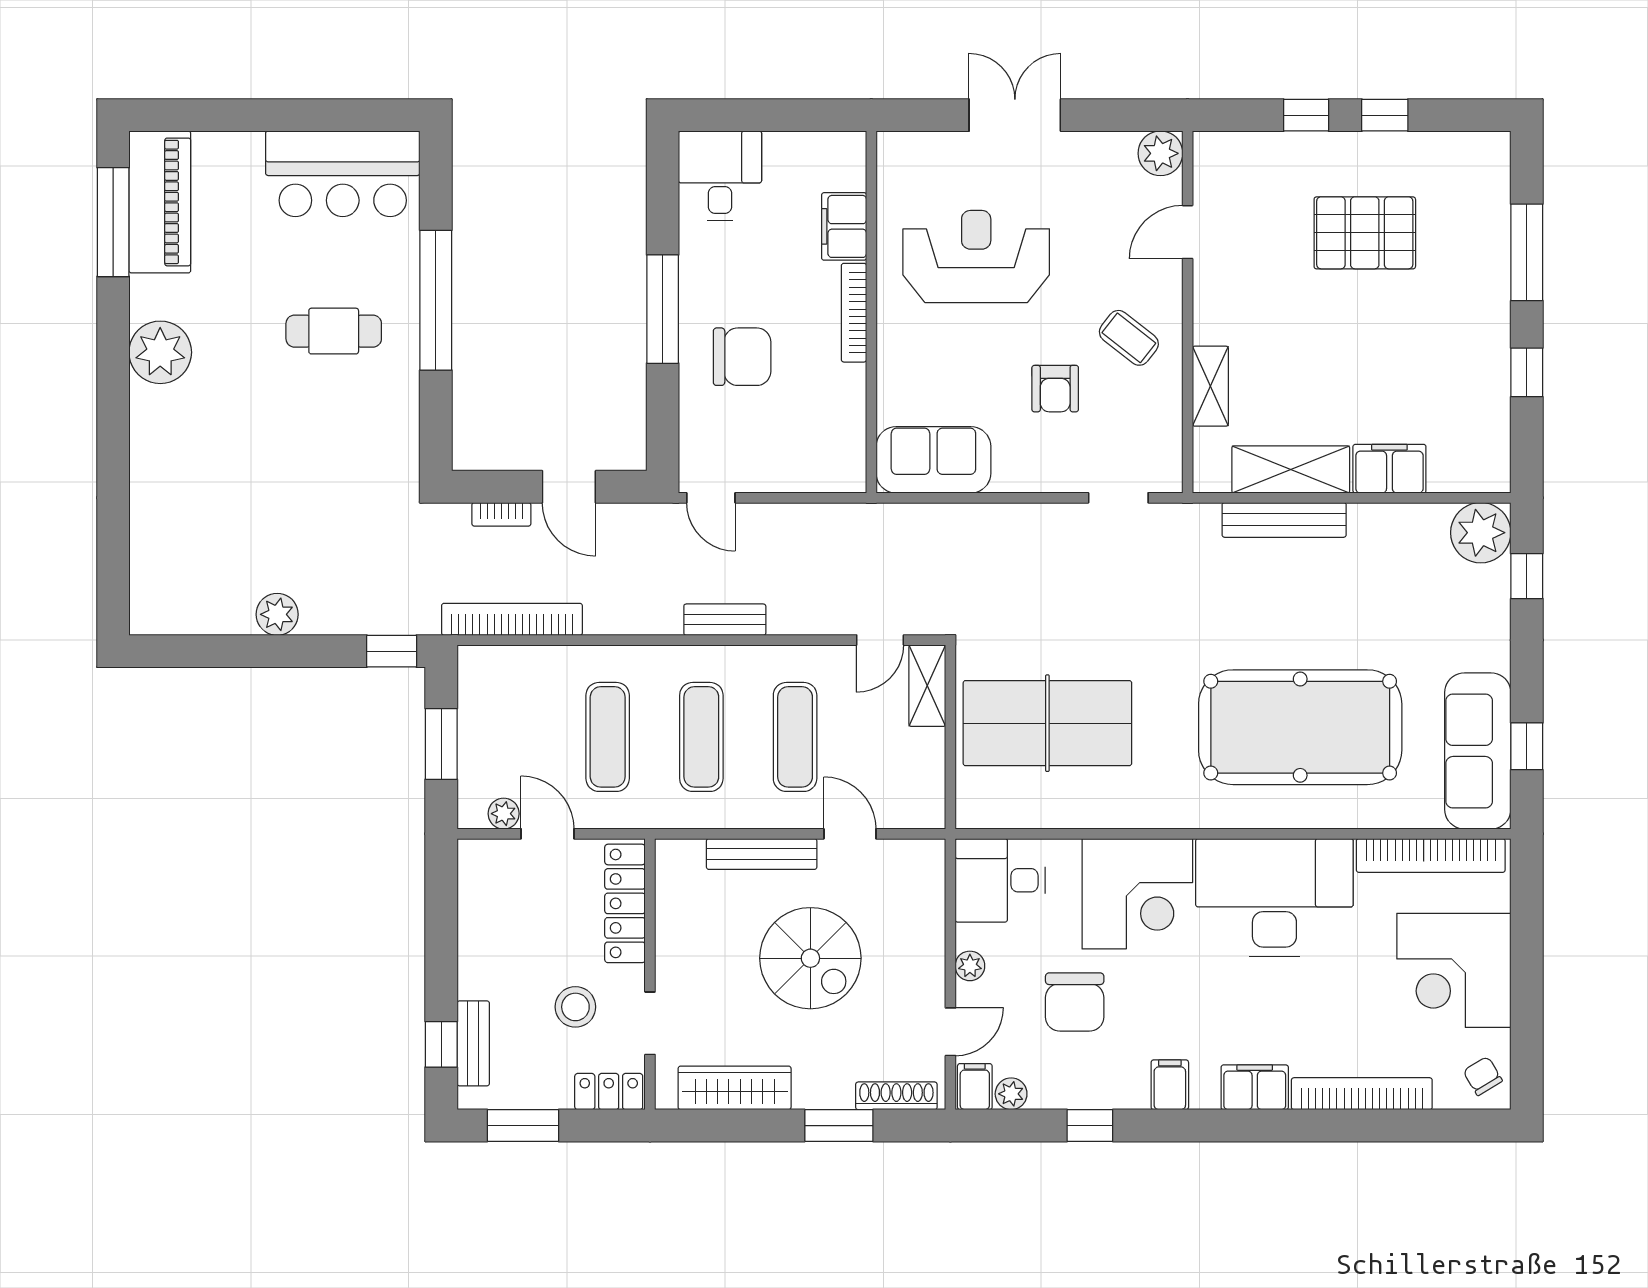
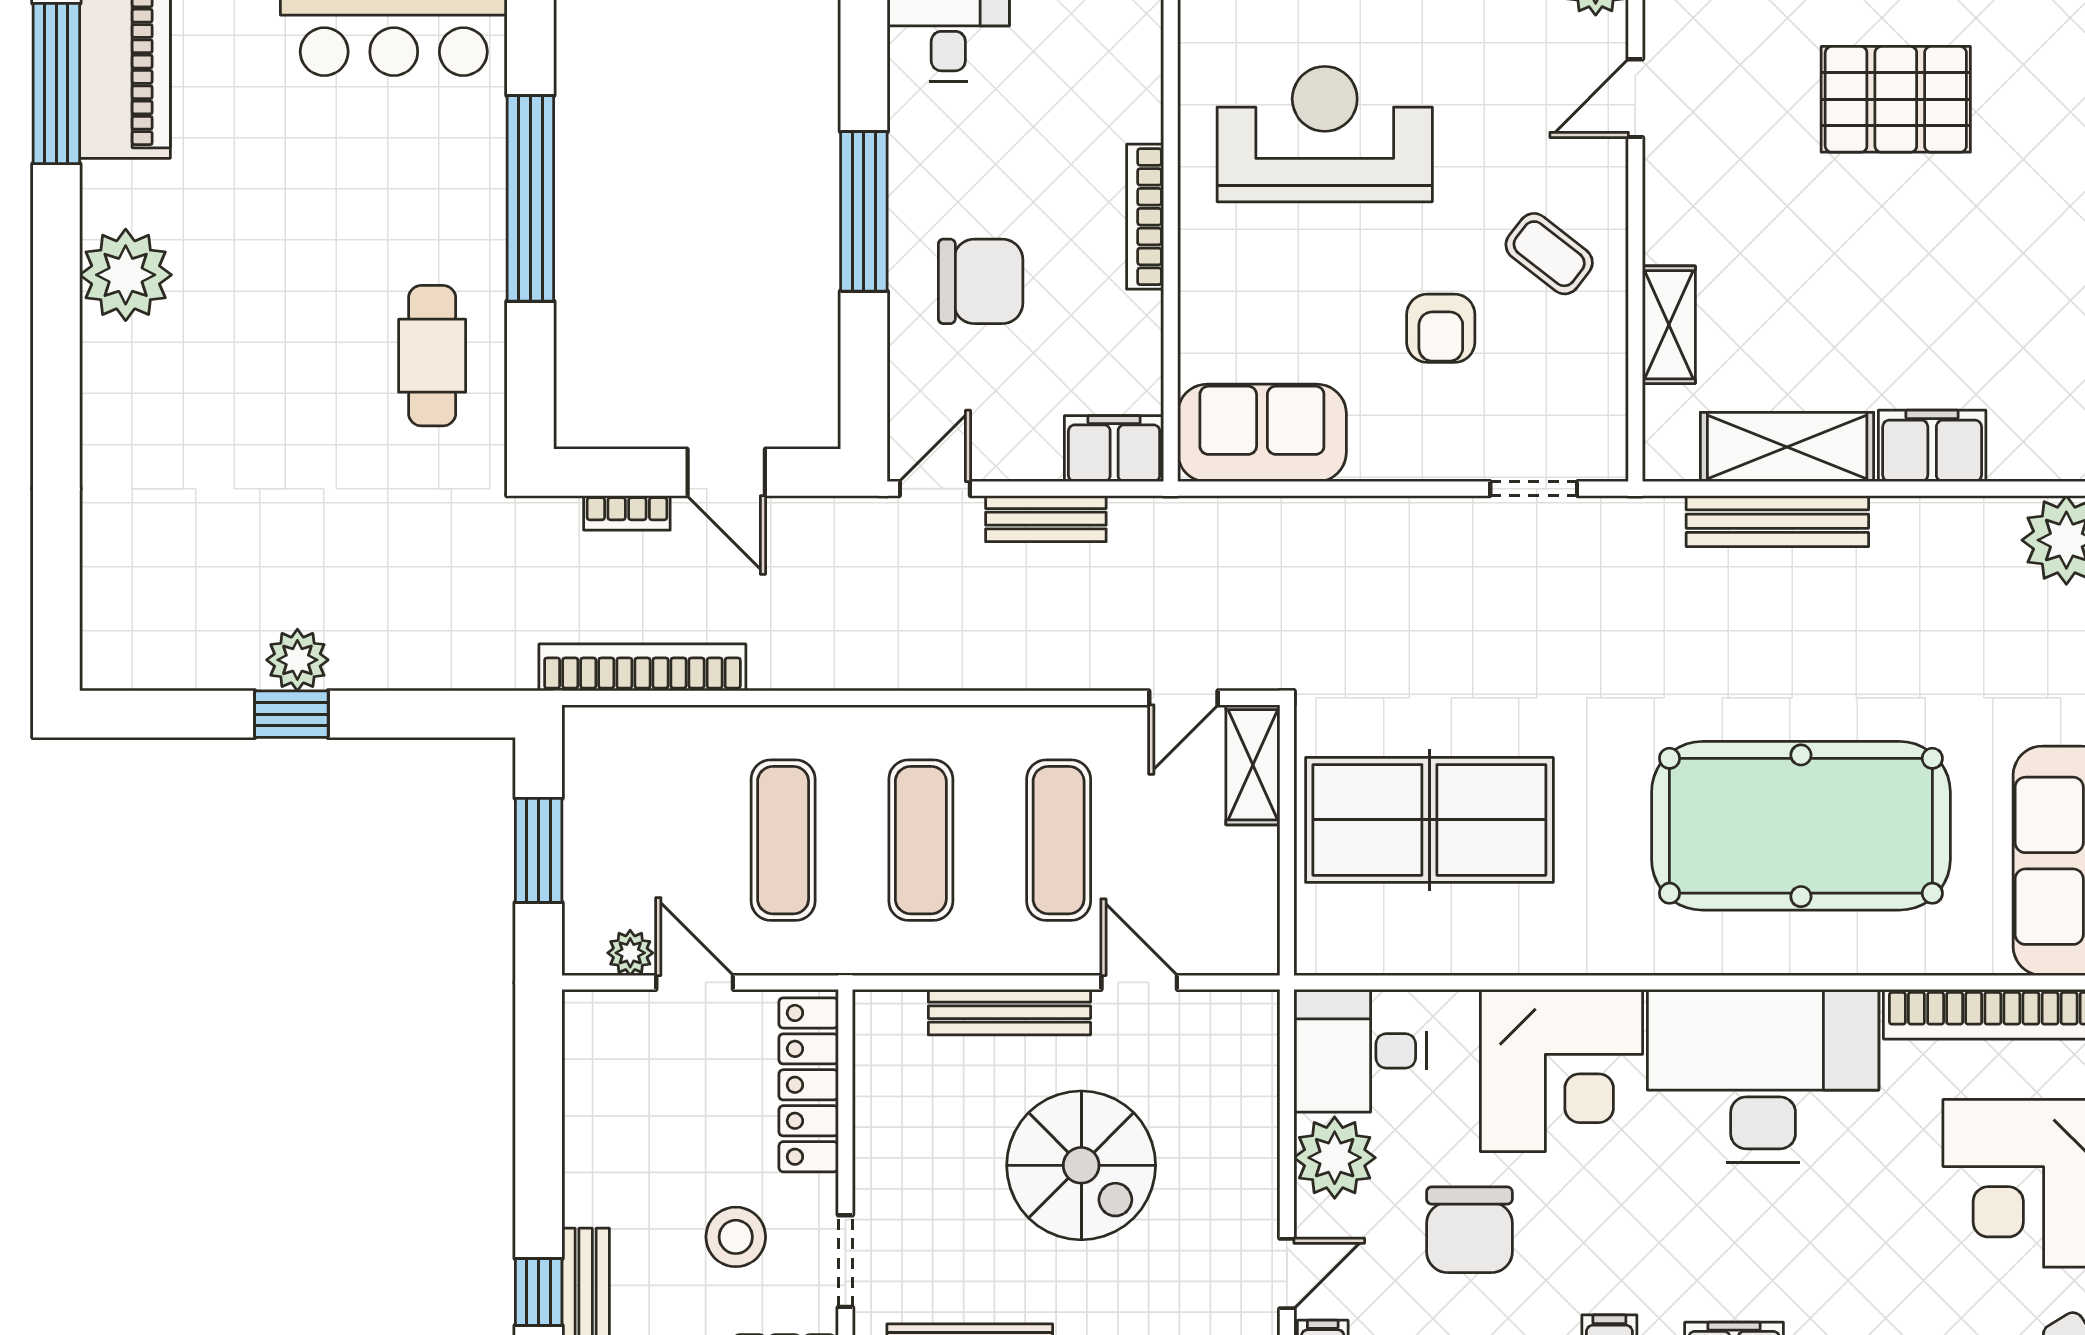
filing cabinet: (844, 226) -> (1114, 449), moved, turned 90
cafe table: (334, 331) -> (432, 356), moved, turned 90
door: (711, 498) -> (935, 489), swing flipped
bench: (725, 620) -> (1046, 519), moved
window: (392, 651) -> (291, 714), moved
plant: (970, 966) -> (1335, 1158), width x1.88, depth x1.88

